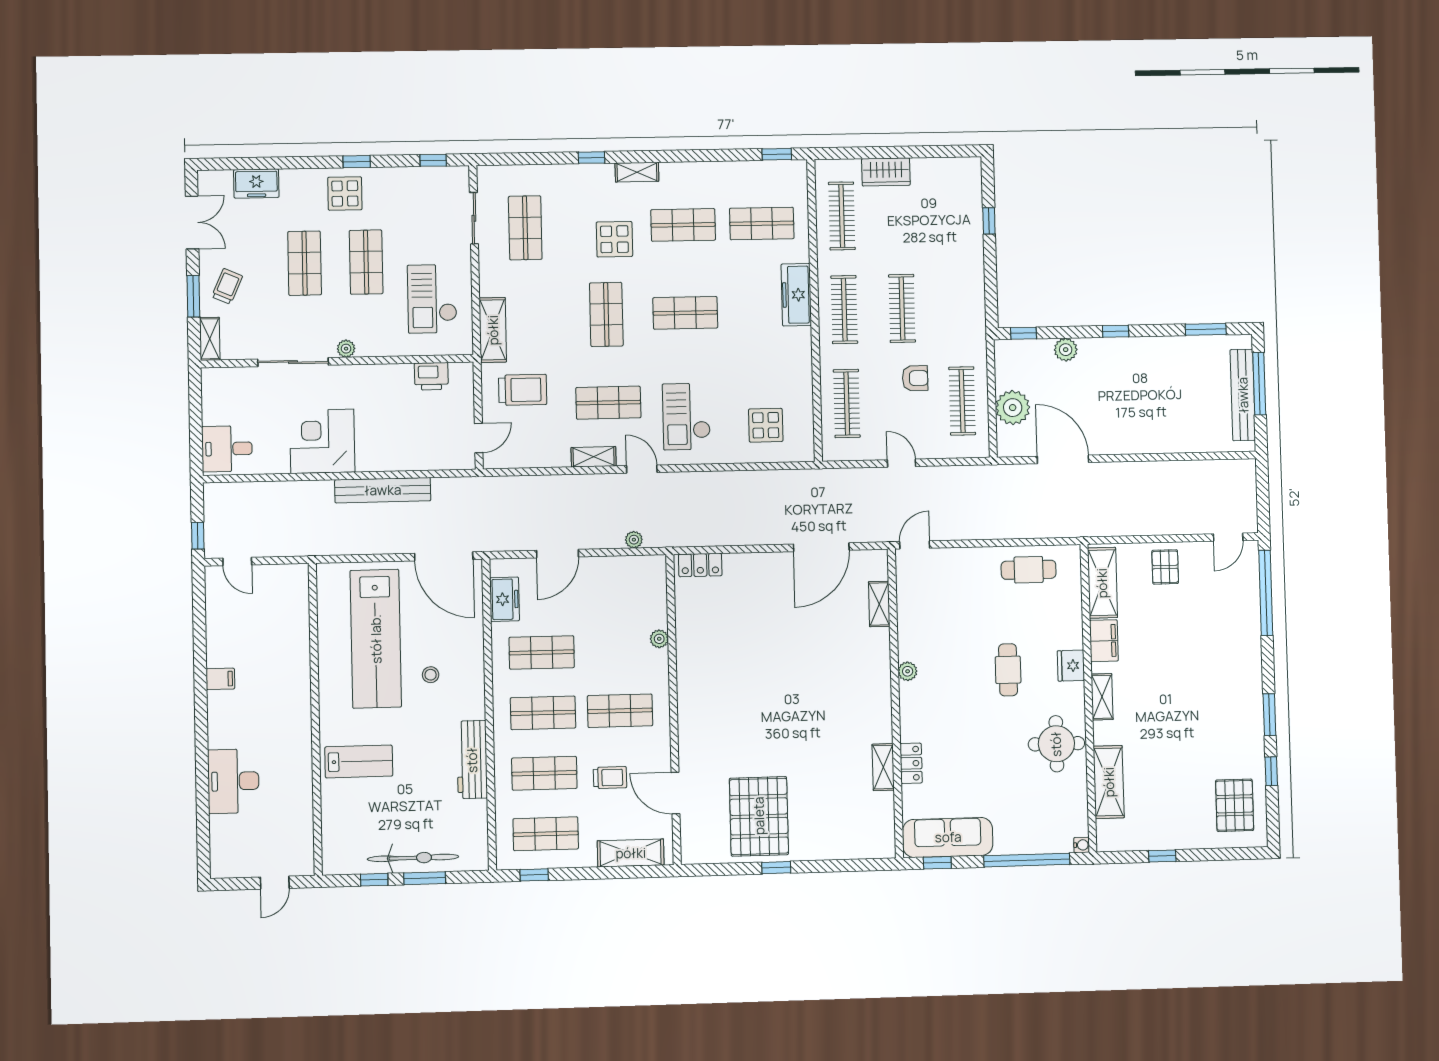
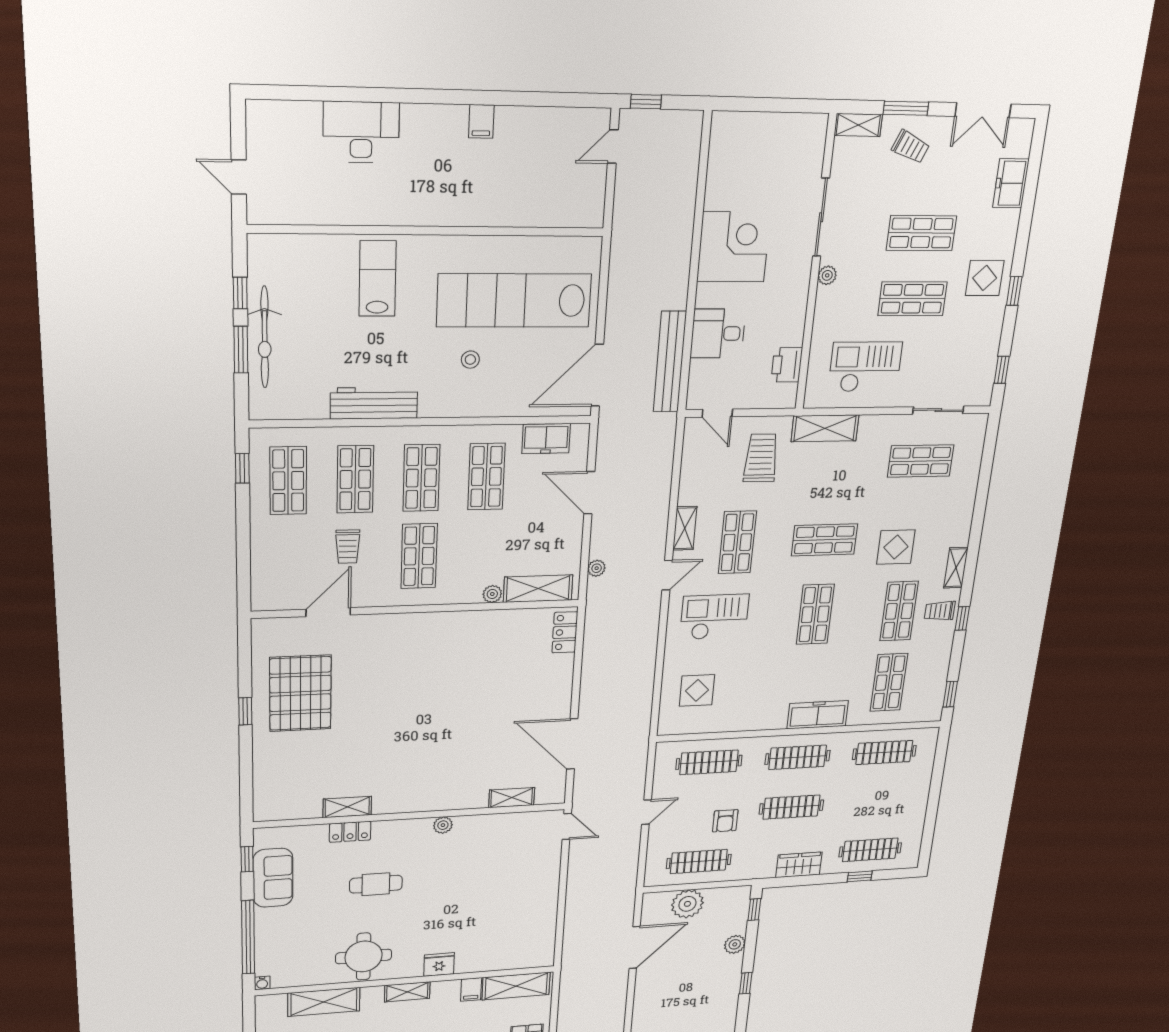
window: (591, 158) -> (962, 618), moved
wardrobe: (886, 172) -> (799, 865), moved, turned 90
trolley: (684, 182) -> (940, 611), added
clothes rail: (957, 214) -> (870, 850), added
trolley: (523, 390) -> (761, 458), turned 180
desk: (227, 449) -> (718, 334), moved, turned -90
bench: (383, 490) -> (670, 362), moved
cafe table: (1029, 570) -> (534, 925), removed
filing cabinet: (1104, 641) -> (471, 989), width x0.50
cafe table: (1008, 670) -> (376, 884), moved
lab bench: (359, 761) -> (378, 279), turned 180
pallet: (759, 816) -> (300, 693), turned 90
sofa: (948, 837) -> (273, 878), width x0.73
shelving: (631, 853) -> (538, 589), moved, turned 90

